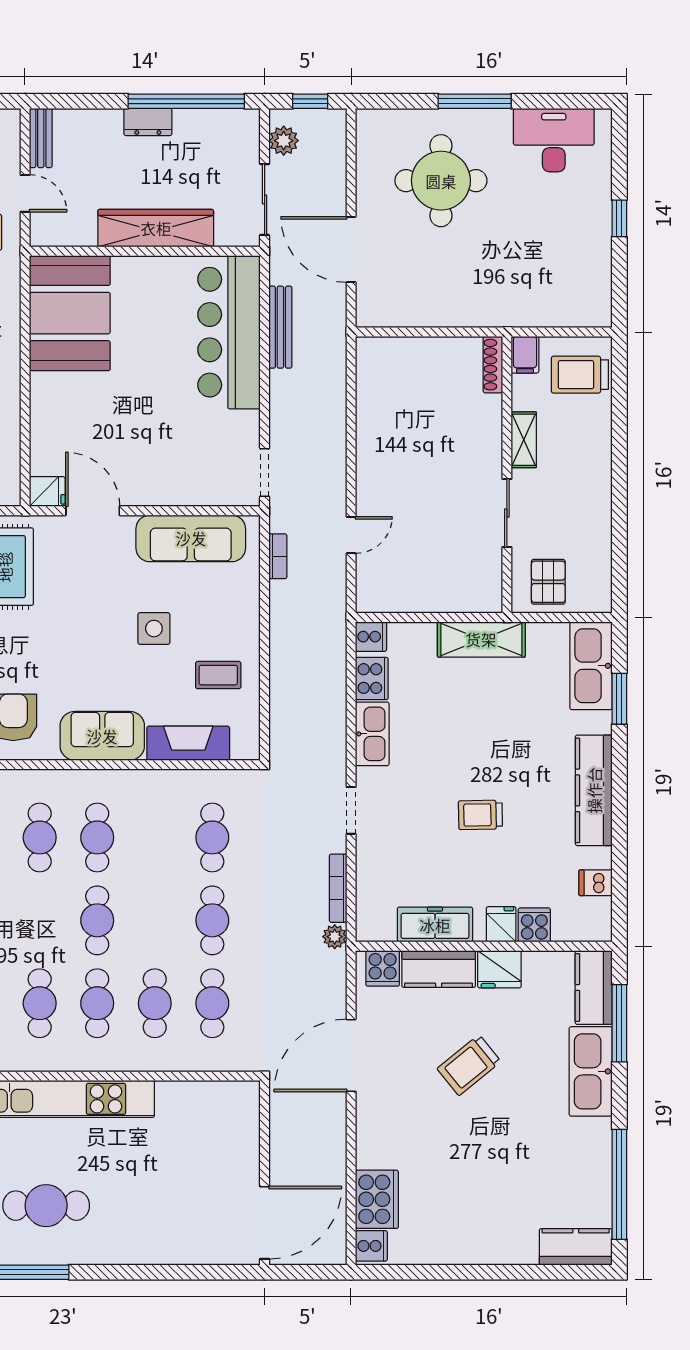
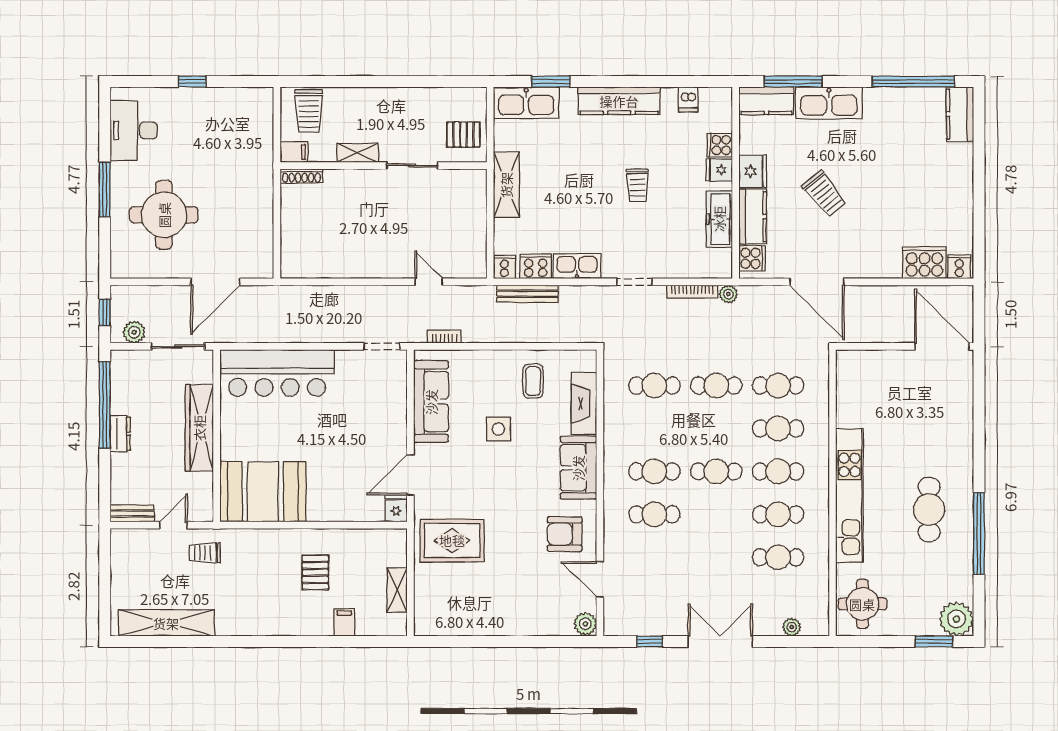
bench: (280, 327) -> (527, 294), moved

